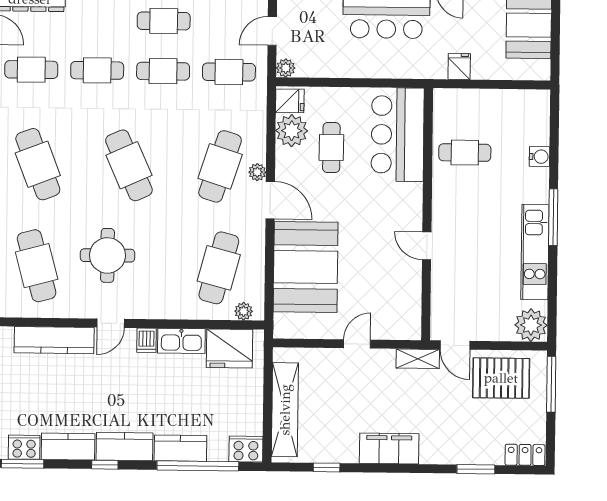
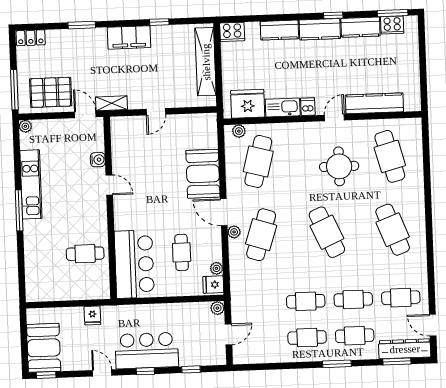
cafe table: (229, 72) -> (355, 336), moved
plant: (292, 131) -> (216, 268), width x0.53, depth x0.53
water cooler: (540, 157) -> (98, 160), moved, turned 180
booth: (306, 267) -> (203, 174), width x0.73, depth x0.70
plant: (531, 325) -> (25, 126), width x0.53, depth x0.53
window: (198, 466) -> (266, 18), removed
window: (327, 467) -> (159, 22), moved
window: (476, 469) -> (82, 25), moved

